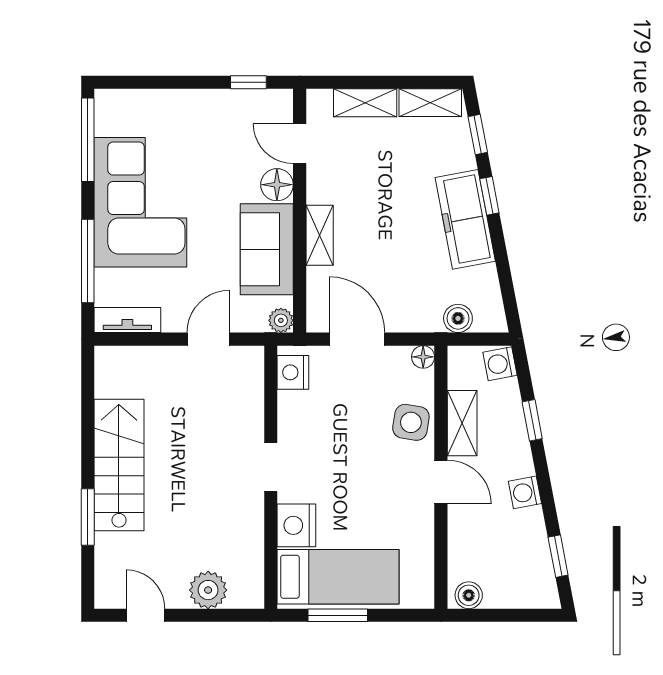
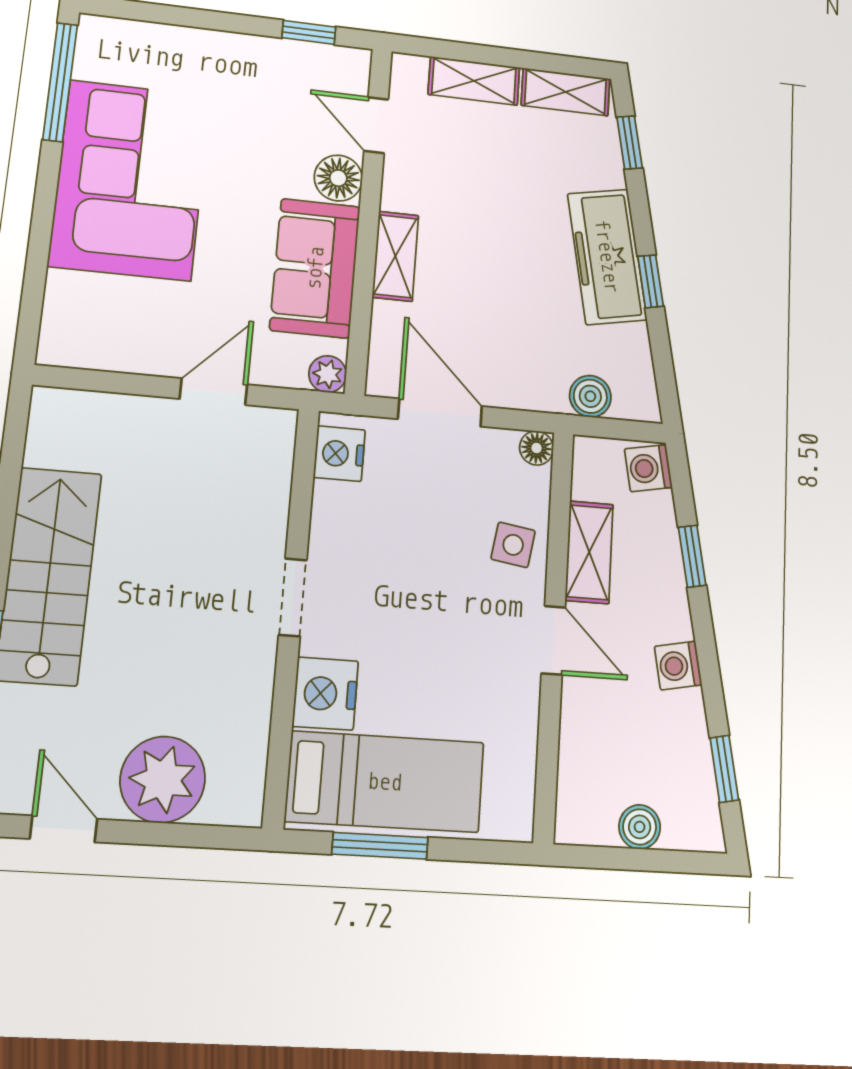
window: (489, 196) -> (651, 281), moved
window: (88, 261) -> (38, 256), removed
tv unit: (127, 320) -> (90, 351), removed
side table: (411, 422) -> (513, 545), width x0.73, depth x0.73
plant: (208, 590) -> (163, 779), width x1.36, depth x1.36
boiler: (469, 595) -> (640, 827), moved

